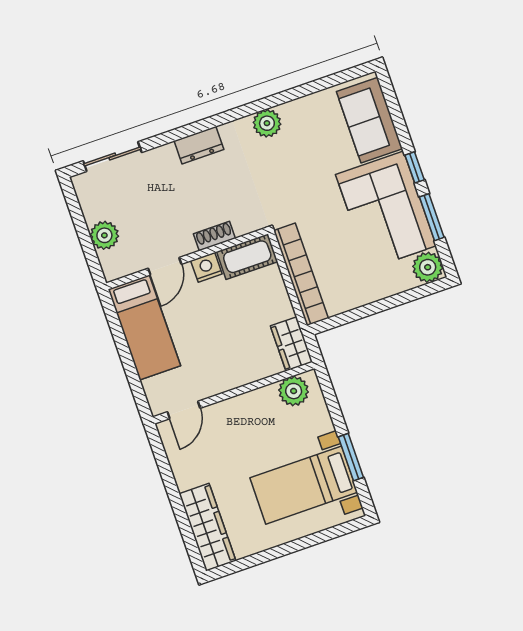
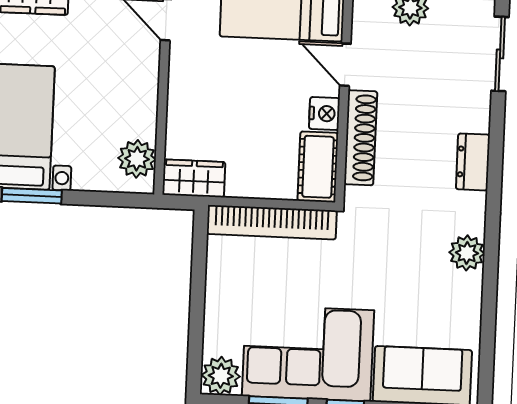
shoe rack: (214, 236) -> (361, 138), width x1.94, depth x1.24

